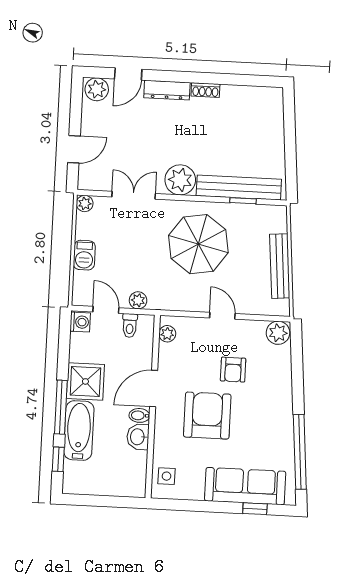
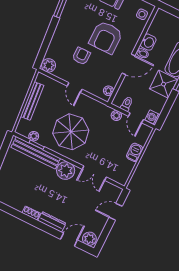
plant: (85, 203) -> (34, 136), moved

